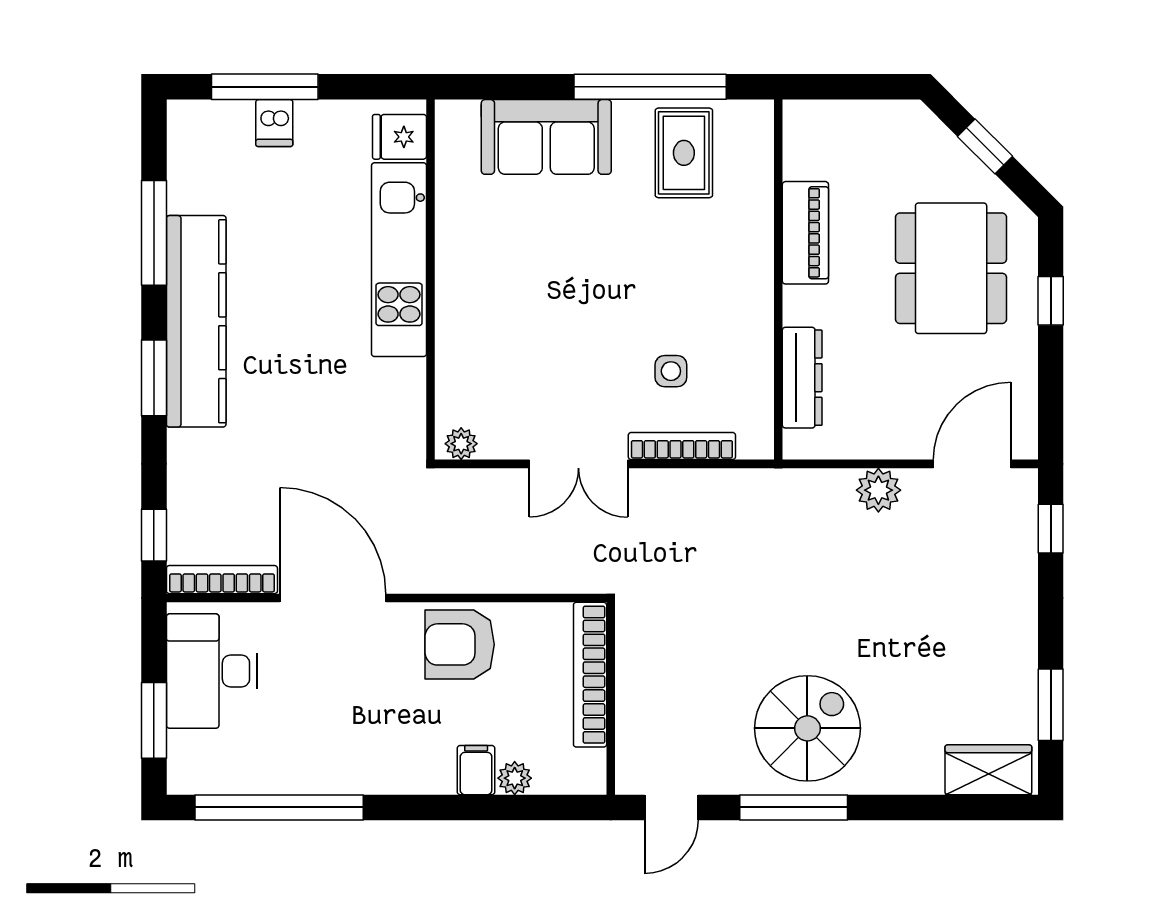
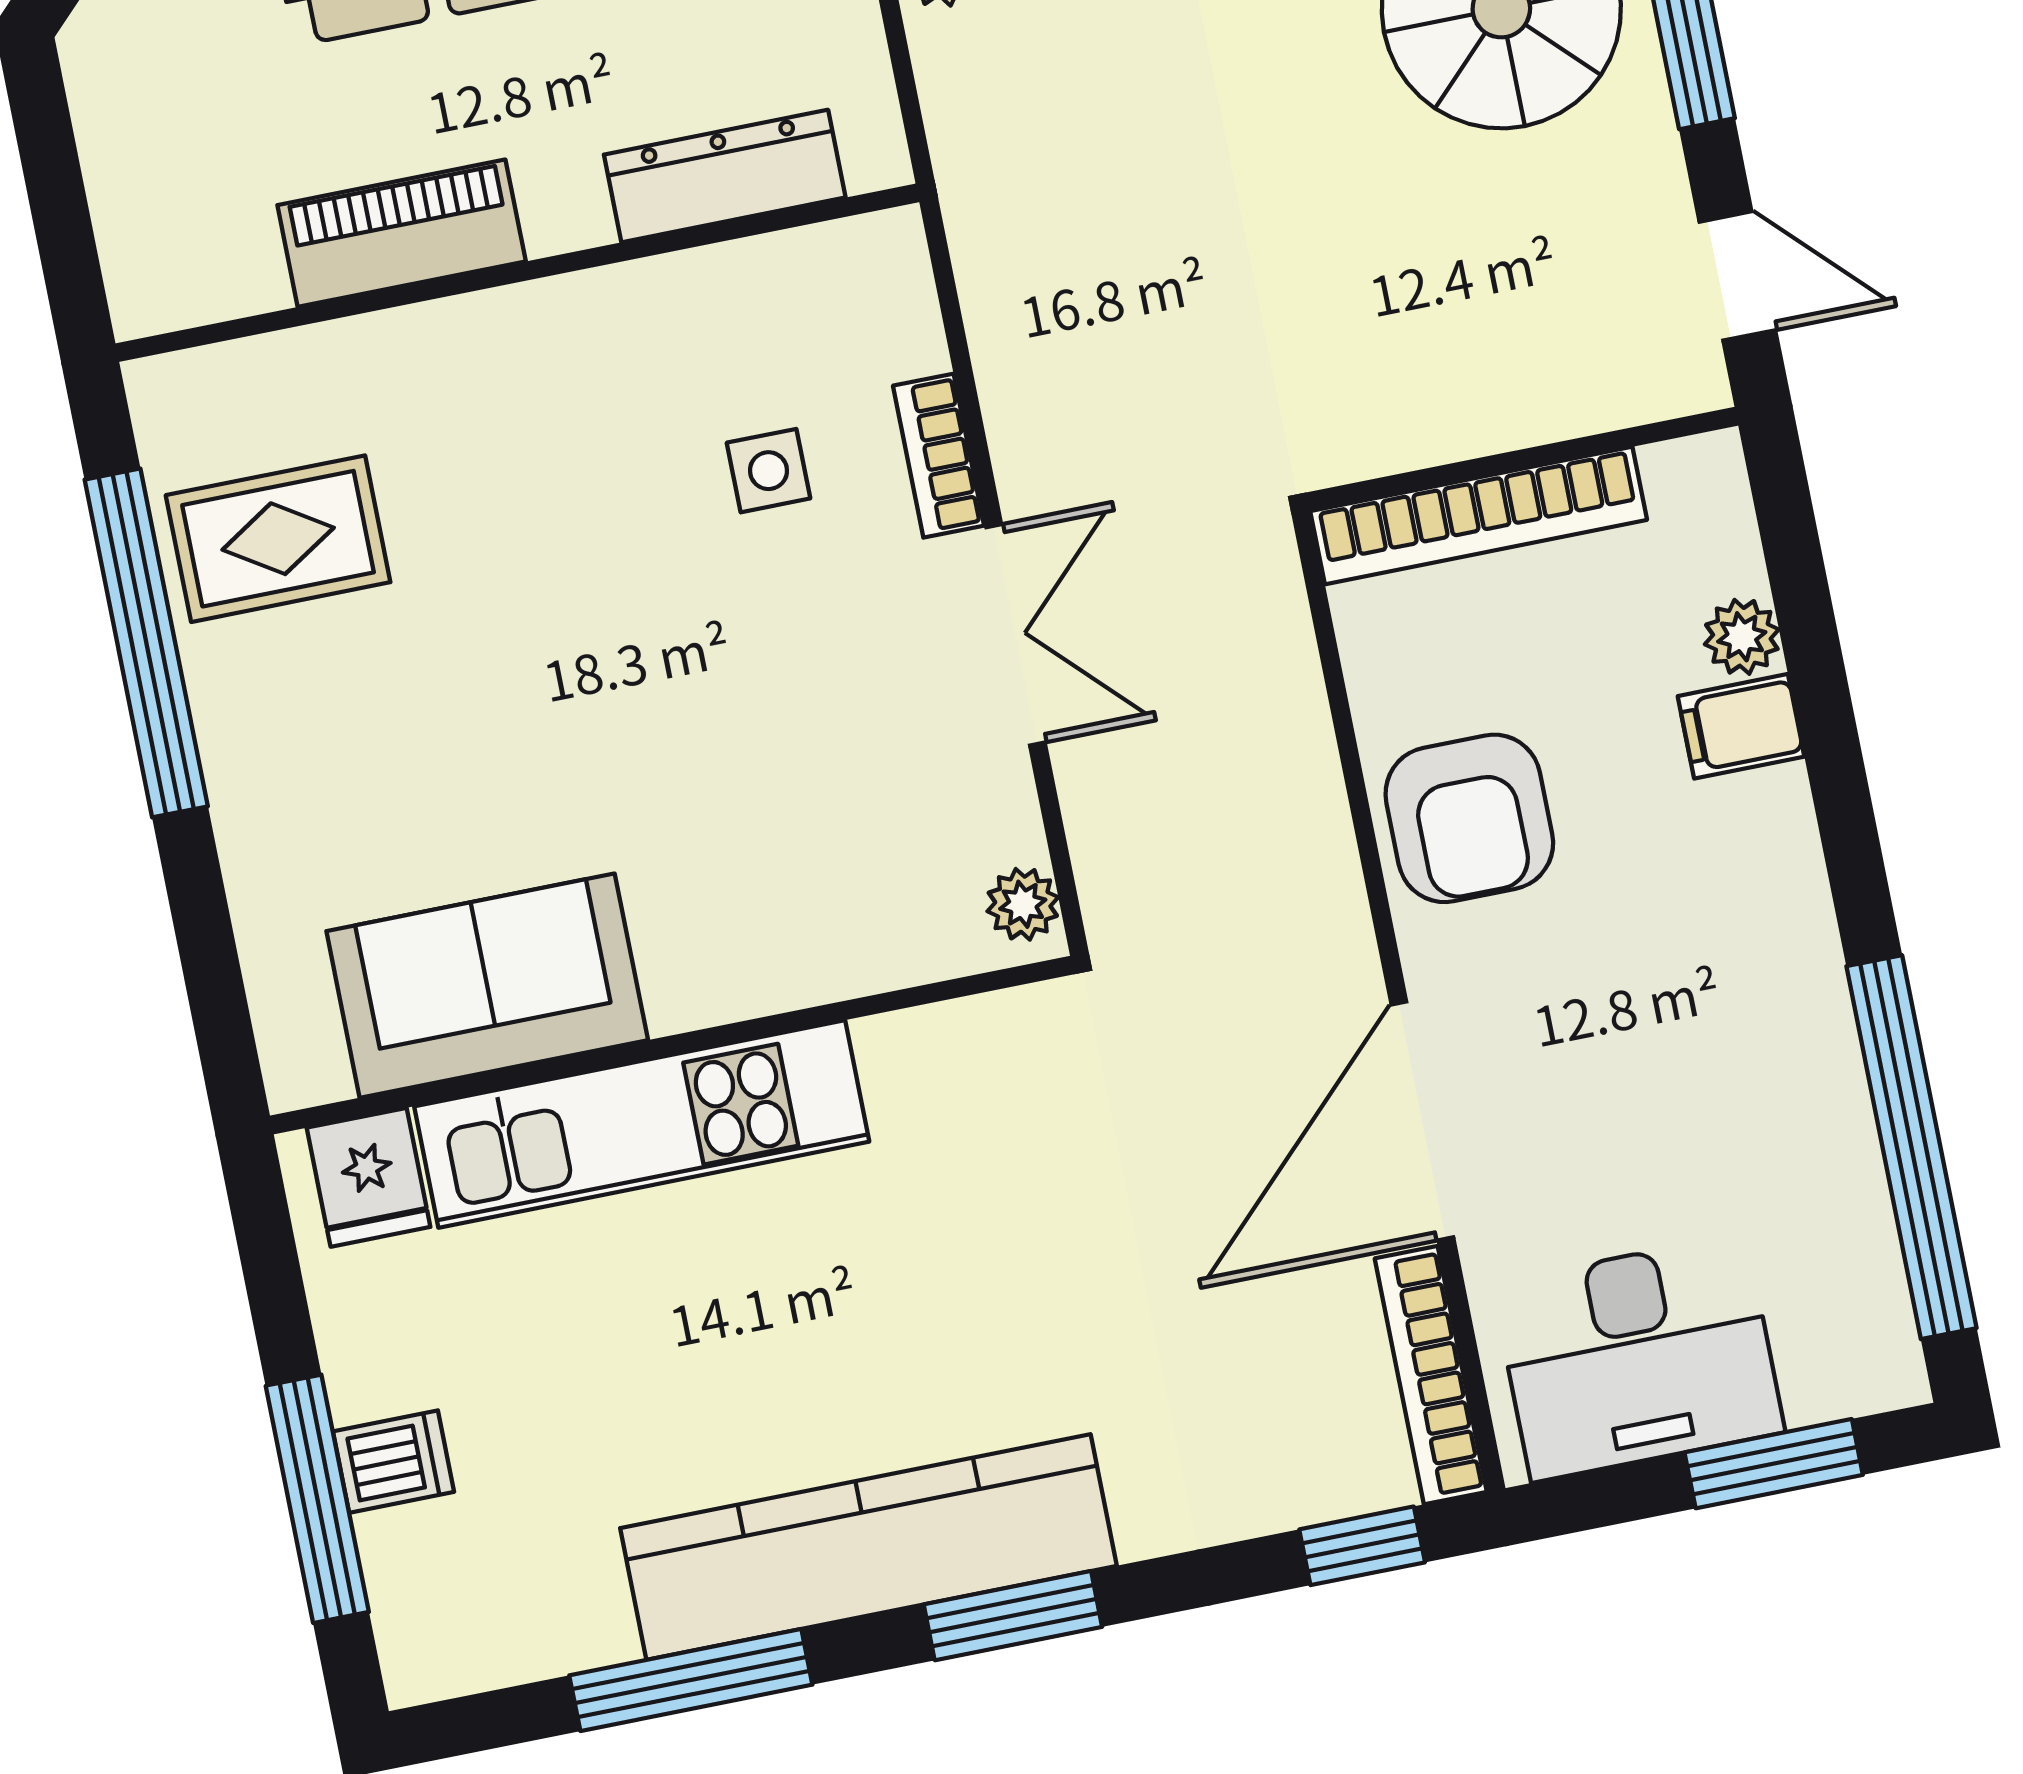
sofa: (546, 137) -> (487, 986), moved, turned -90
bookcase: (682, 446) -> (938, 456), width x0.64

